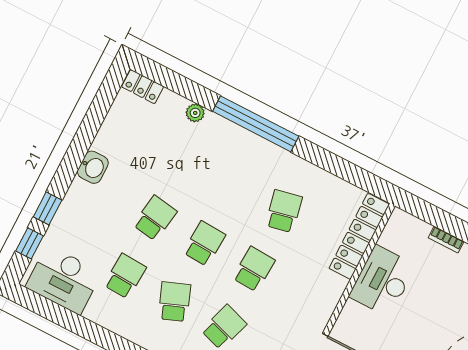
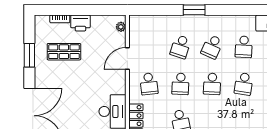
school desk: (303, 295) -> (149, 84), added
school desk: (174, 302) -> (212, 47), turned 45

